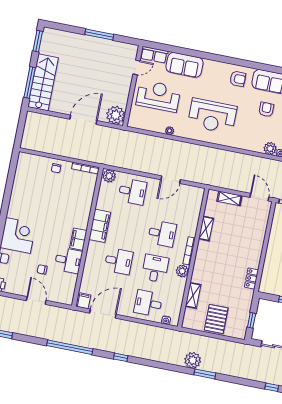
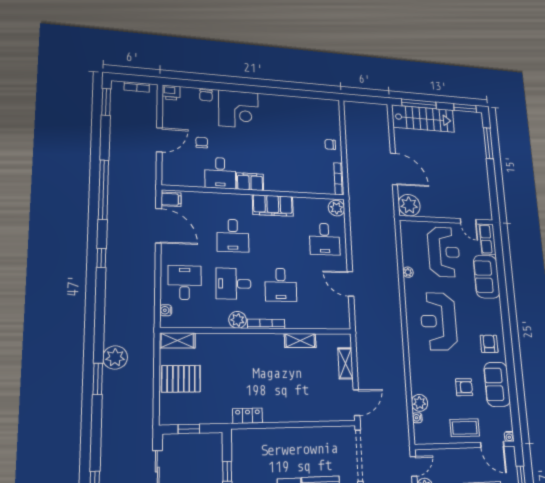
window: (99, 35) -> (488, 143), moved
armchair: (238, 79) -> (489, 344), turned 180
desk: (155, 268) -> (233, 284), turned 180
shelving: (193, 295) -> (177, 340), moved

